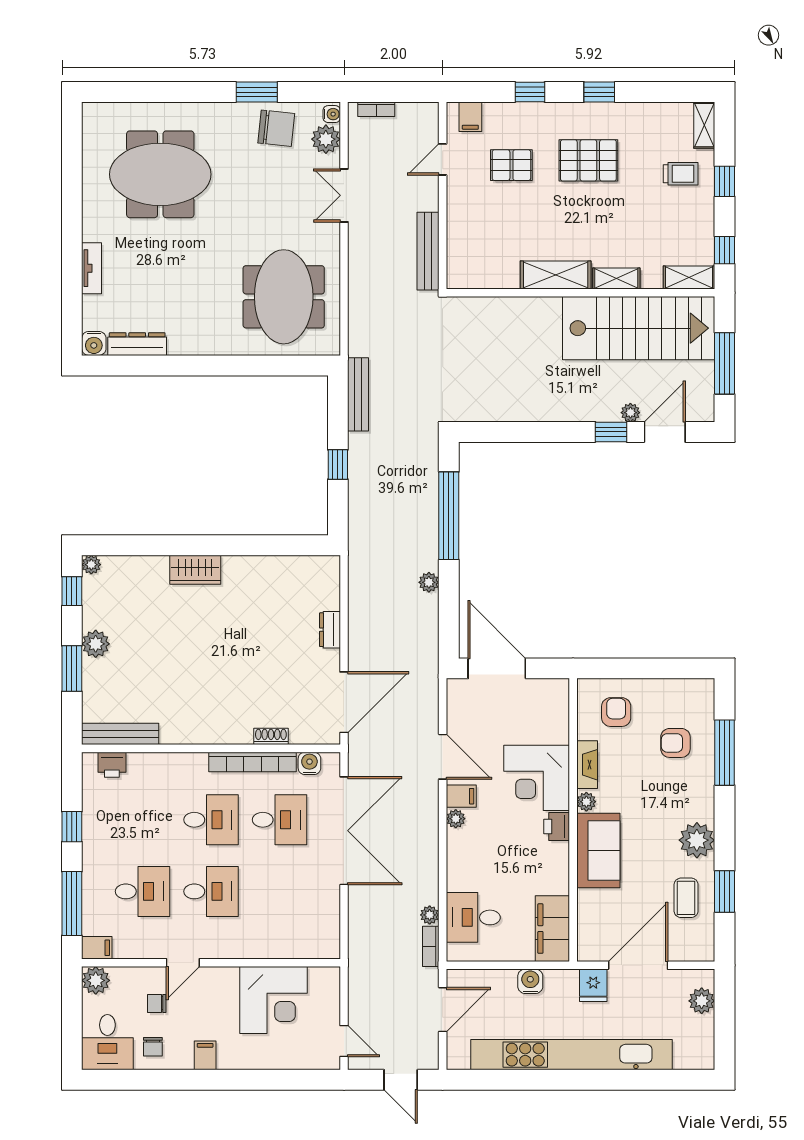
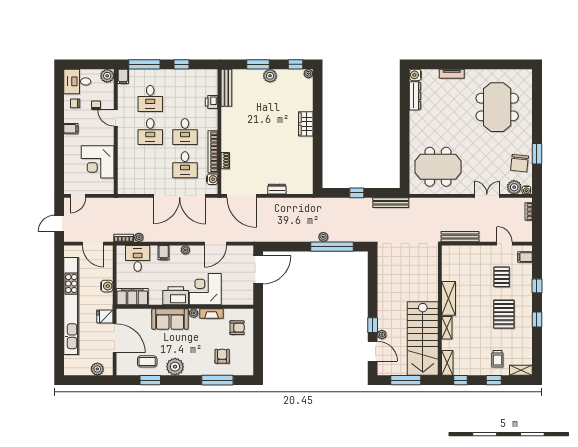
plant: (429, 582) -> (323, 237), moved
printer: (112, 765) -> (212, 102), moved
filing cabinet: (461, 796) -> (164, 253), moved
printer: (557, 827) -> (176, 296), width x1.87, depth x1.48

